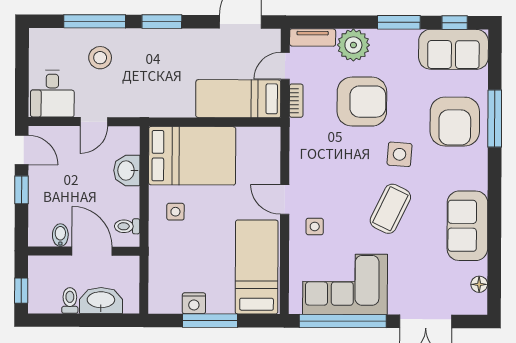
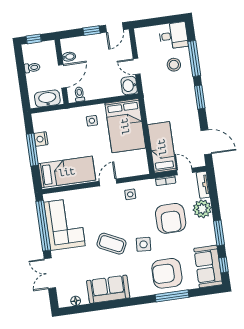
desk: (52, 94) -> (173, 36), moved, turned 180
washbasin: (127, 171) -> (129, 86), moved, turned -90
side table: (315, 227) -> (130, 194), moved
washbasin: (101, 301) -> (47, 99), moved, turned -90

